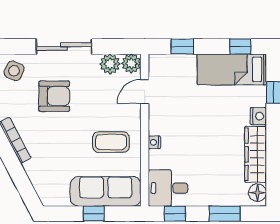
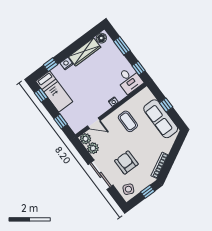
sofa: (106, 191) -> (161, 119), moved

